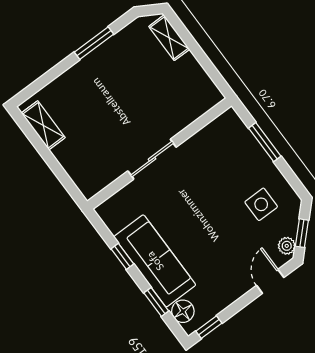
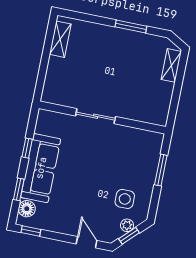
plant: (287, 246) -> (127, 225), moved
door: (270, 281) -> (87, 242), hinge flipped

